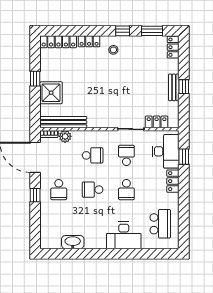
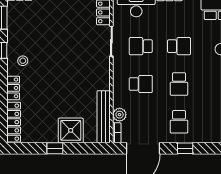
school desk: (93, 155) -> (141, 84), turned 90
school desk: (59, 190) -> (179, 122), turned 90

